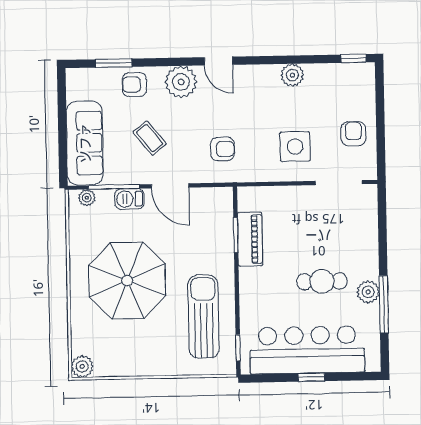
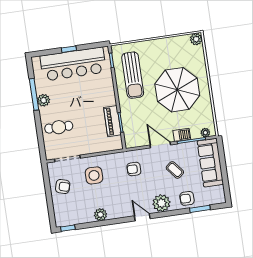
armchair: (134, 85) -> (187, 198), turned 180
armchair: (353, 134) -> (63, 187), turned -74
cafe table: (322, 281) -> (59, 127), moved

